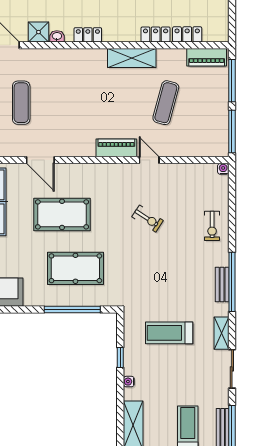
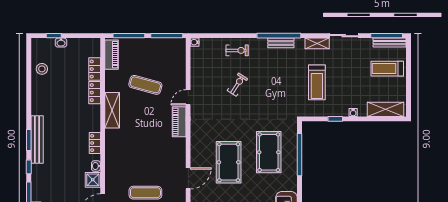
exercise bike: (148, 219) -> (237, 85), moved

